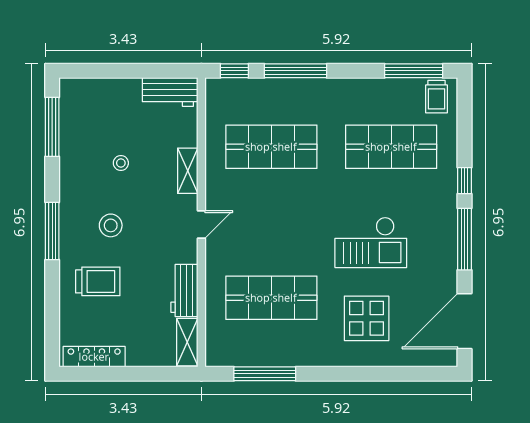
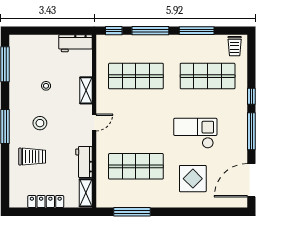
window: (414, 71) -> (197, 31), moved
checkout: (371, 242) -> (195, 133), turned 180
locker: (94, 357) -> (46, 202), moved

